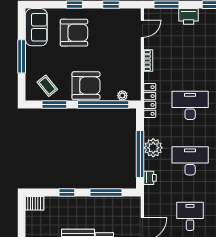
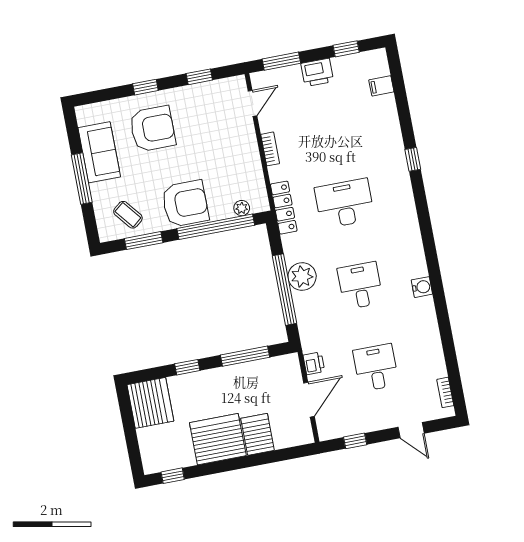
sofa: (36, 27) -> (99, 152), moved
desk: (190, 161) -> (360, 286), width x0.73
printer: (150, 178) -> (314, 363), moved
server rack: (35, 203) -> (150, 403), width x2.18, depth x1.44

